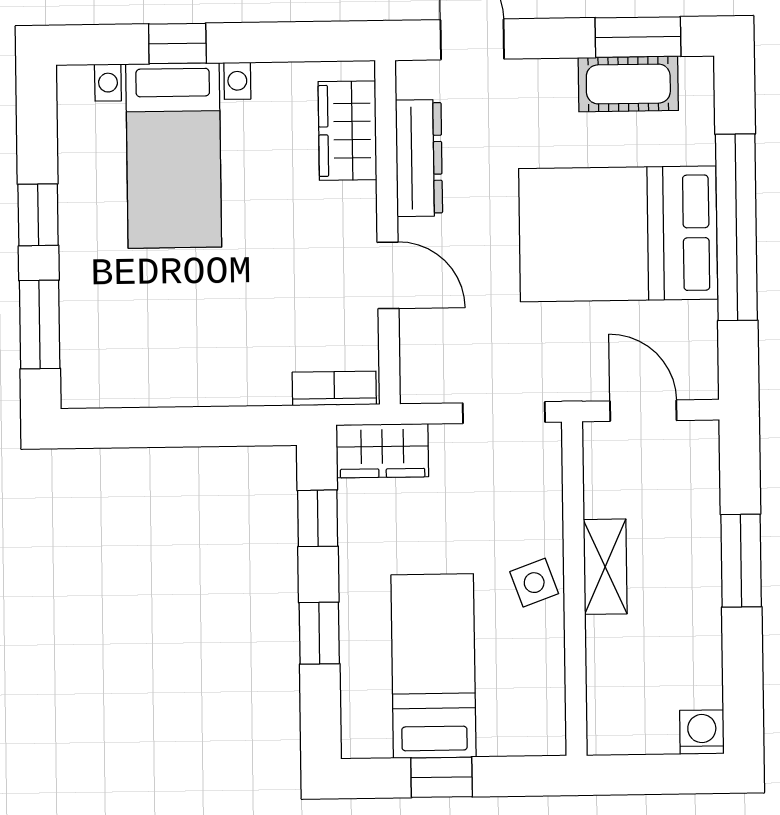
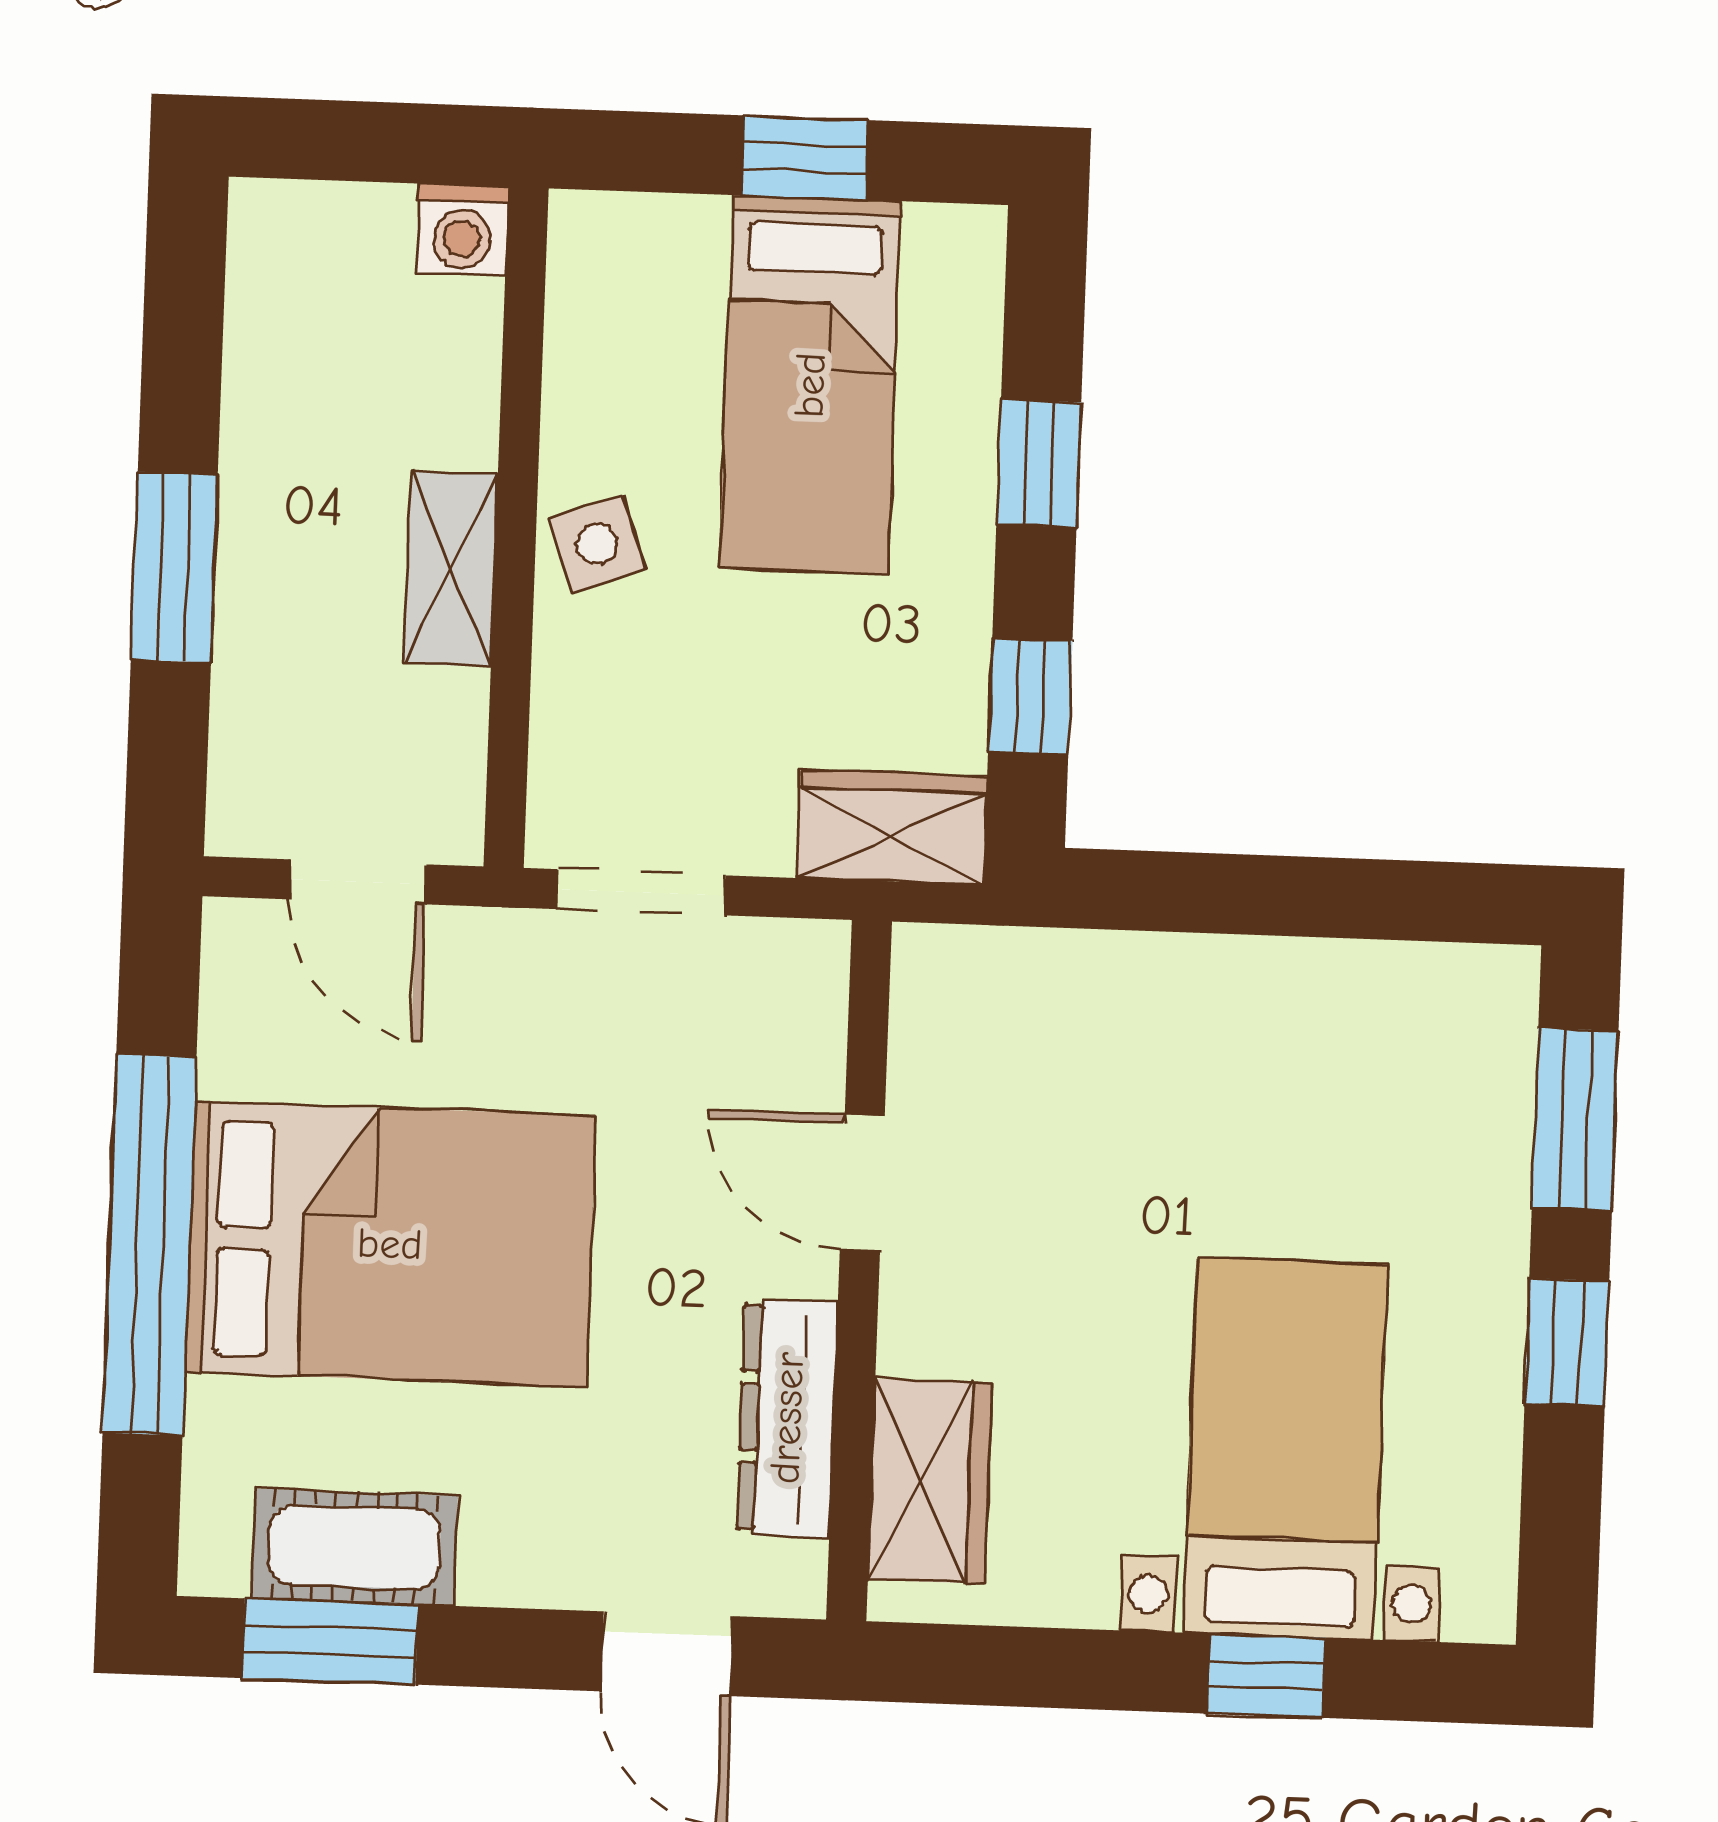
bookcase: (334, 388) -> (983, 959), removed
washing machine: (702, 732) -> (462, 230), moved

